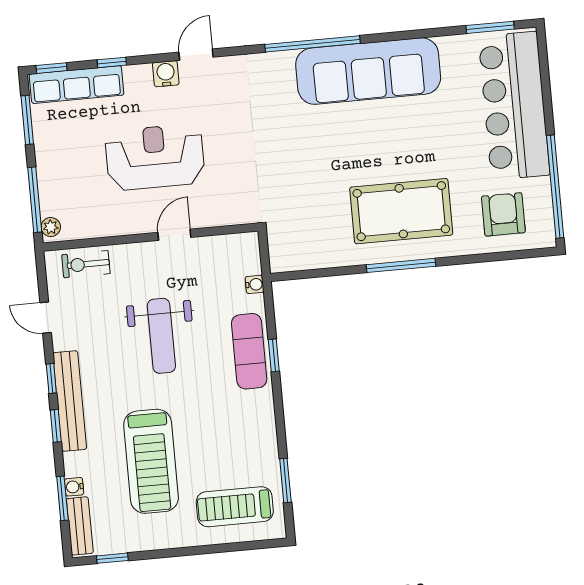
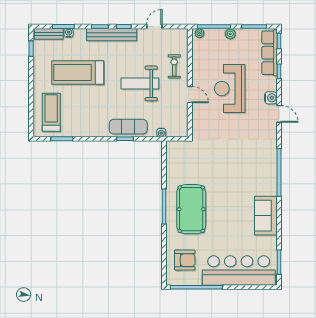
sofa: (368, 71) -> (266, 216), width x0.54, depth x0.79
reception desk: (155, 157) -> (230, 89), turned 180
plant: (46, 166) -> (230, 34), added
exercise bike: (86, 264) -> (174, 66), moved

